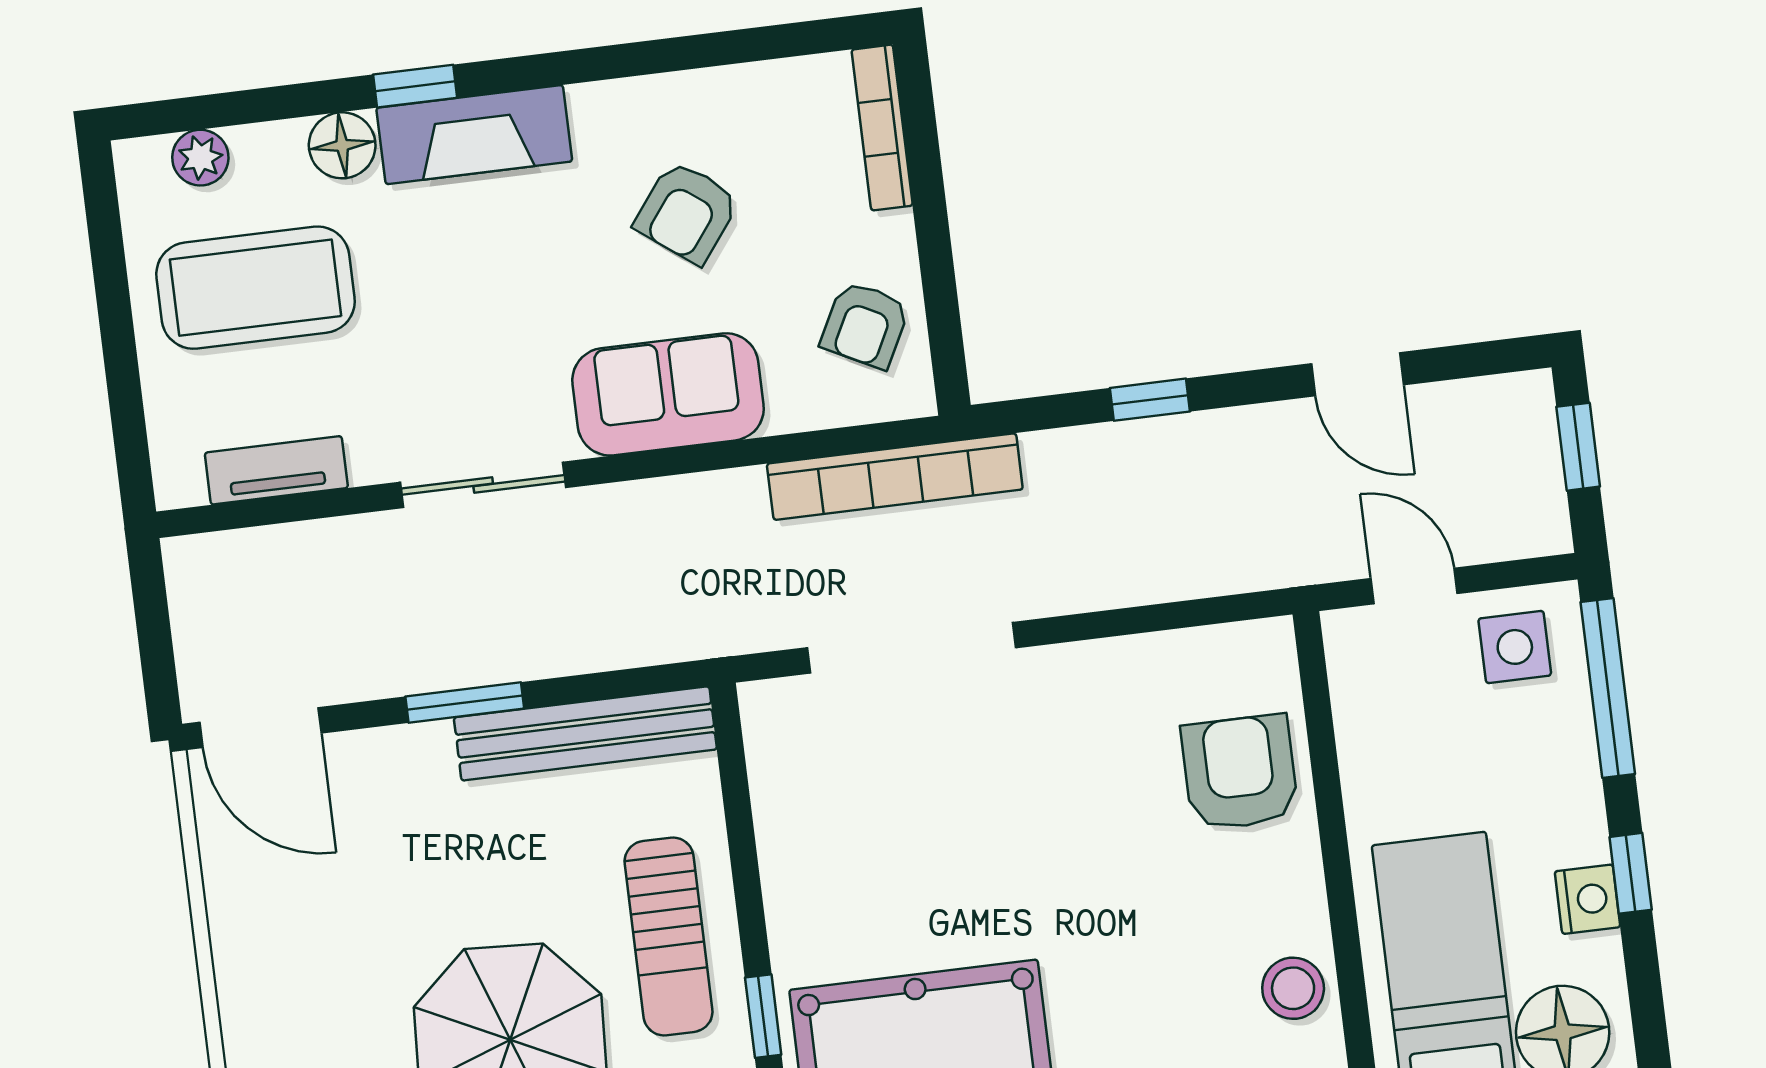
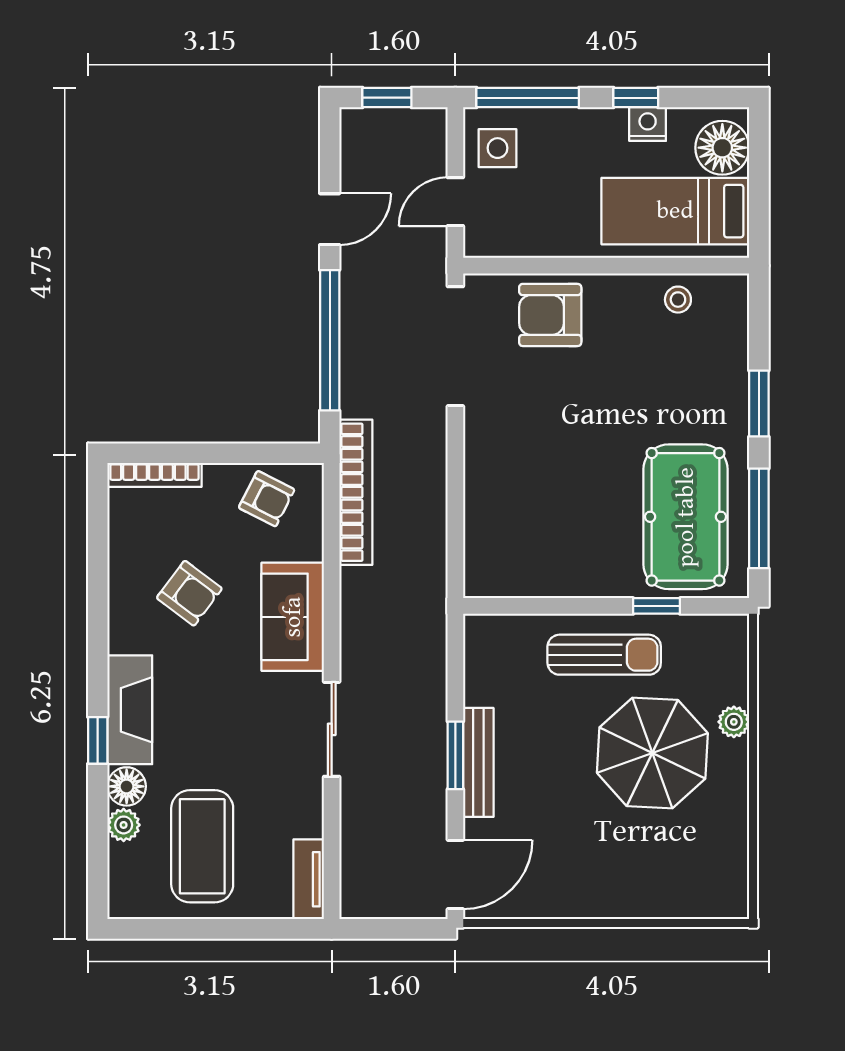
plant: (200, 158) -> (124, 825), moved
window: (1150, 400) -> (330, 340), width x3.17
tv unit: (276, 470) -> (309, 879), moved
doorway: (912, 648) -> (455, 346), moved
bench: (585, 733) -> (478, 762), moved, width x0.73, depth x0.82
stool: (1293, 988) -> (678, 300), width x0.73, depth x0.73

